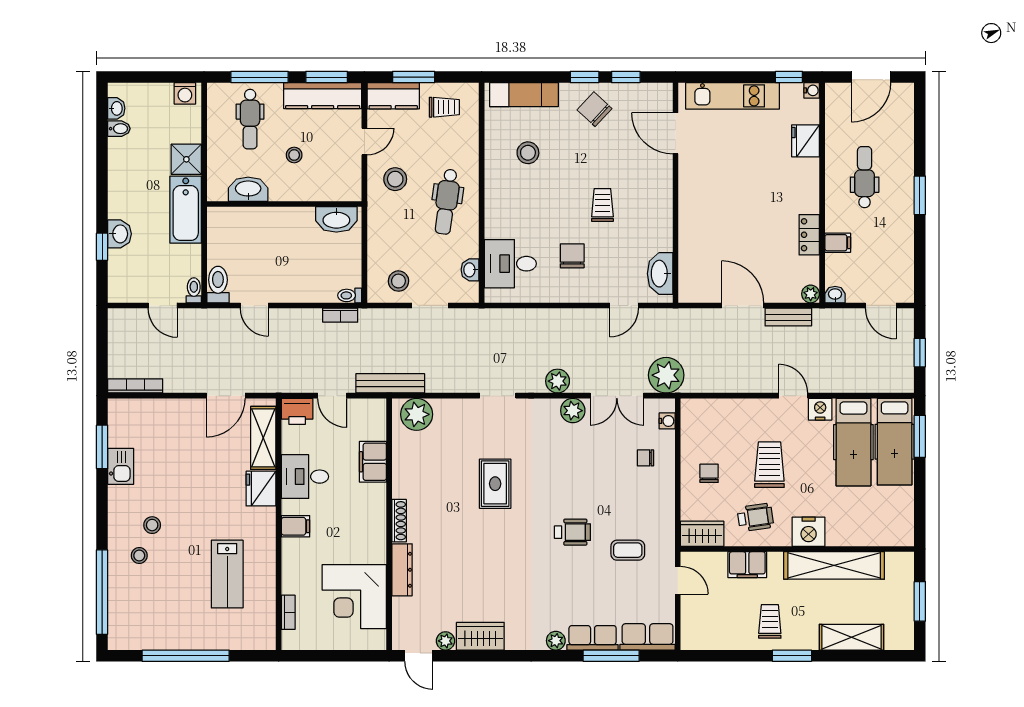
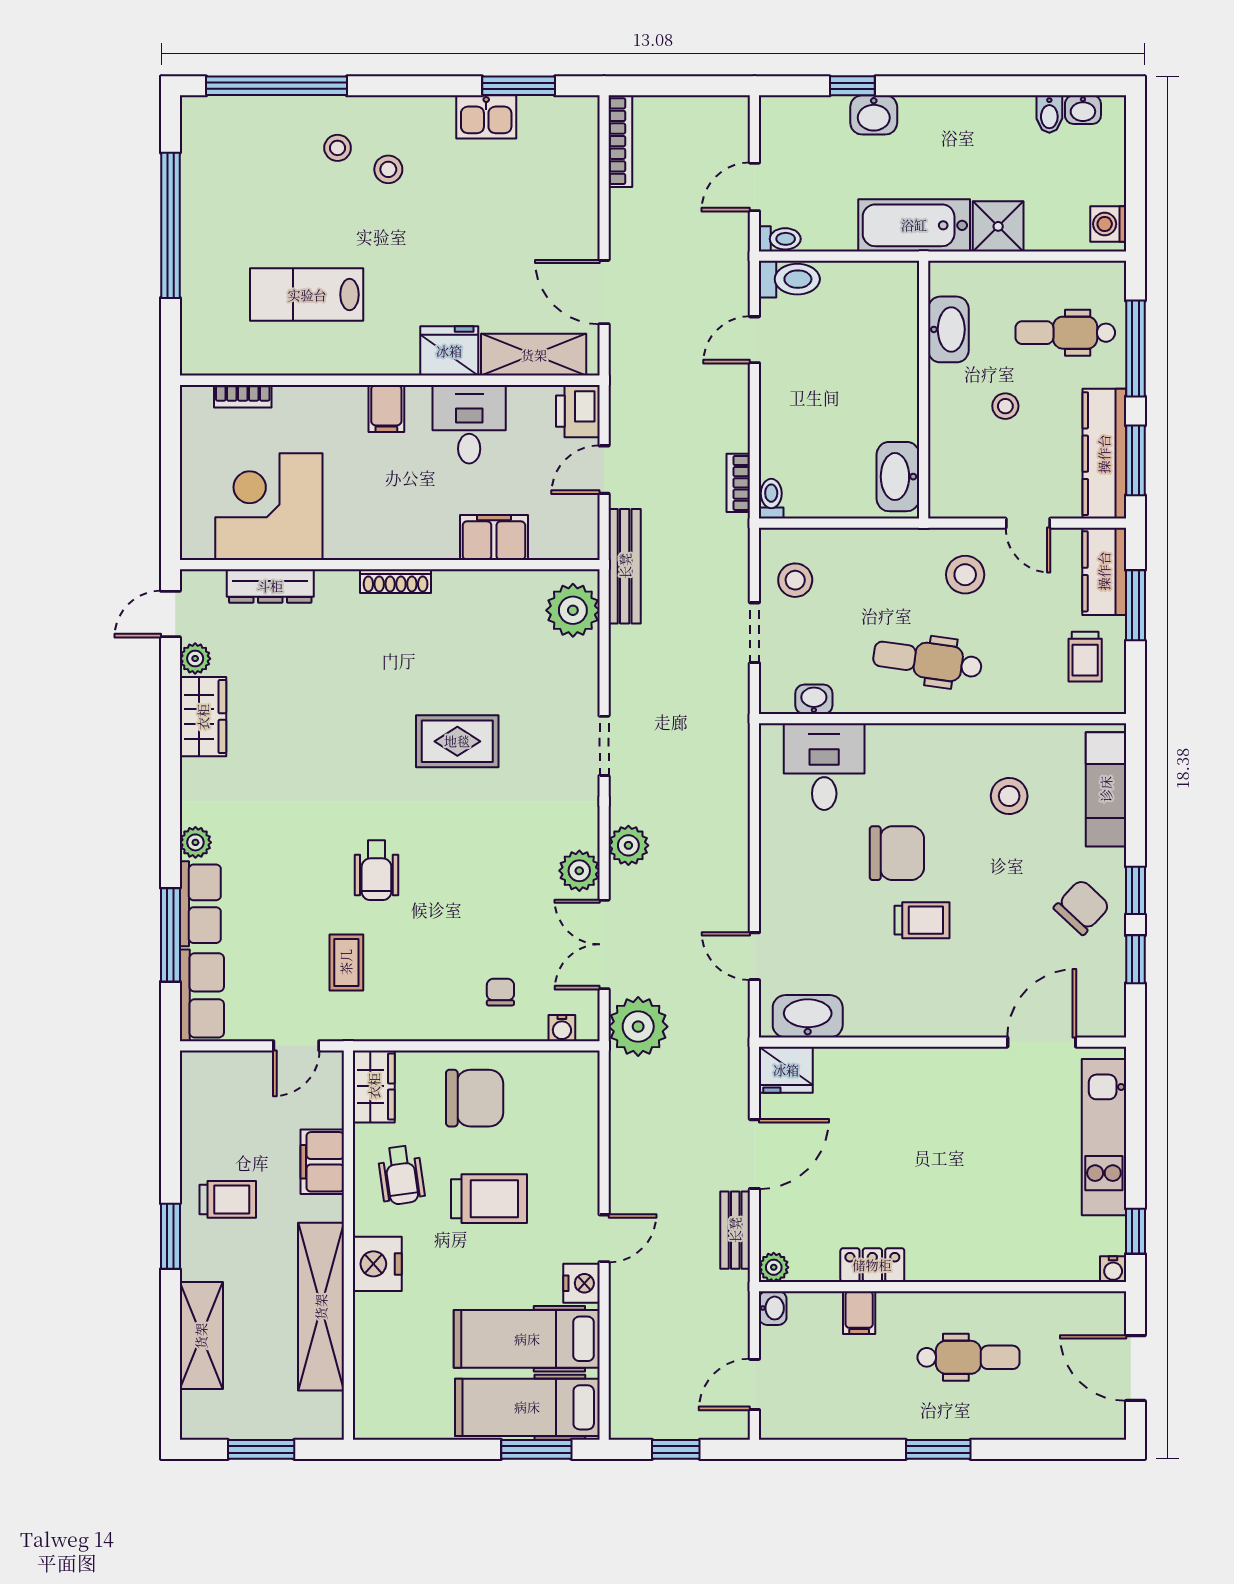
fridge: (806, 141) -> (786, 1070), moved, turned 180
chair: (572, 256) -> (897, 853), moved, width x1.37, depth x1.37
chair: (709, 473) -> (475, 1098), width x1.87, depth x1.87
dresser: (402, 570) -> (270, 586), moved

